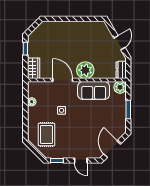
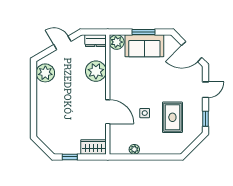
plant: (95, 29) -> (45, 73), added
plant: (85, 70) -> (96, 71), moved
door: (63, 80) -> (108, 112), swing flipped
sofa: (94, 90) -> (144, 46), moved, turned 90
rug: (46, 135) -> (172, 117), moved, turned 90

